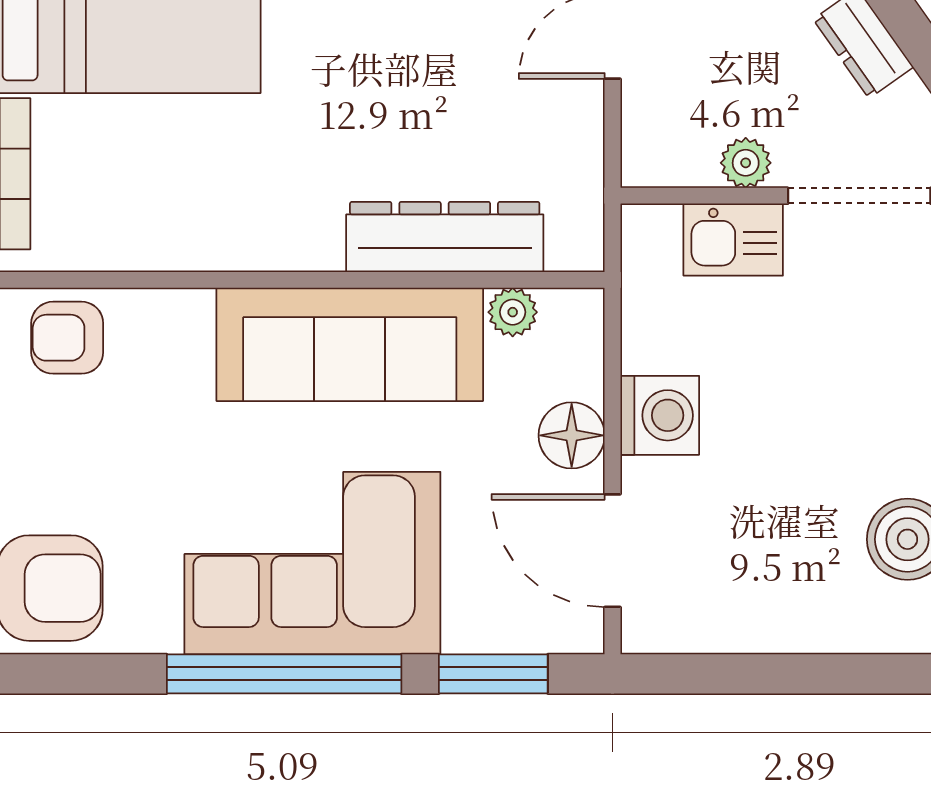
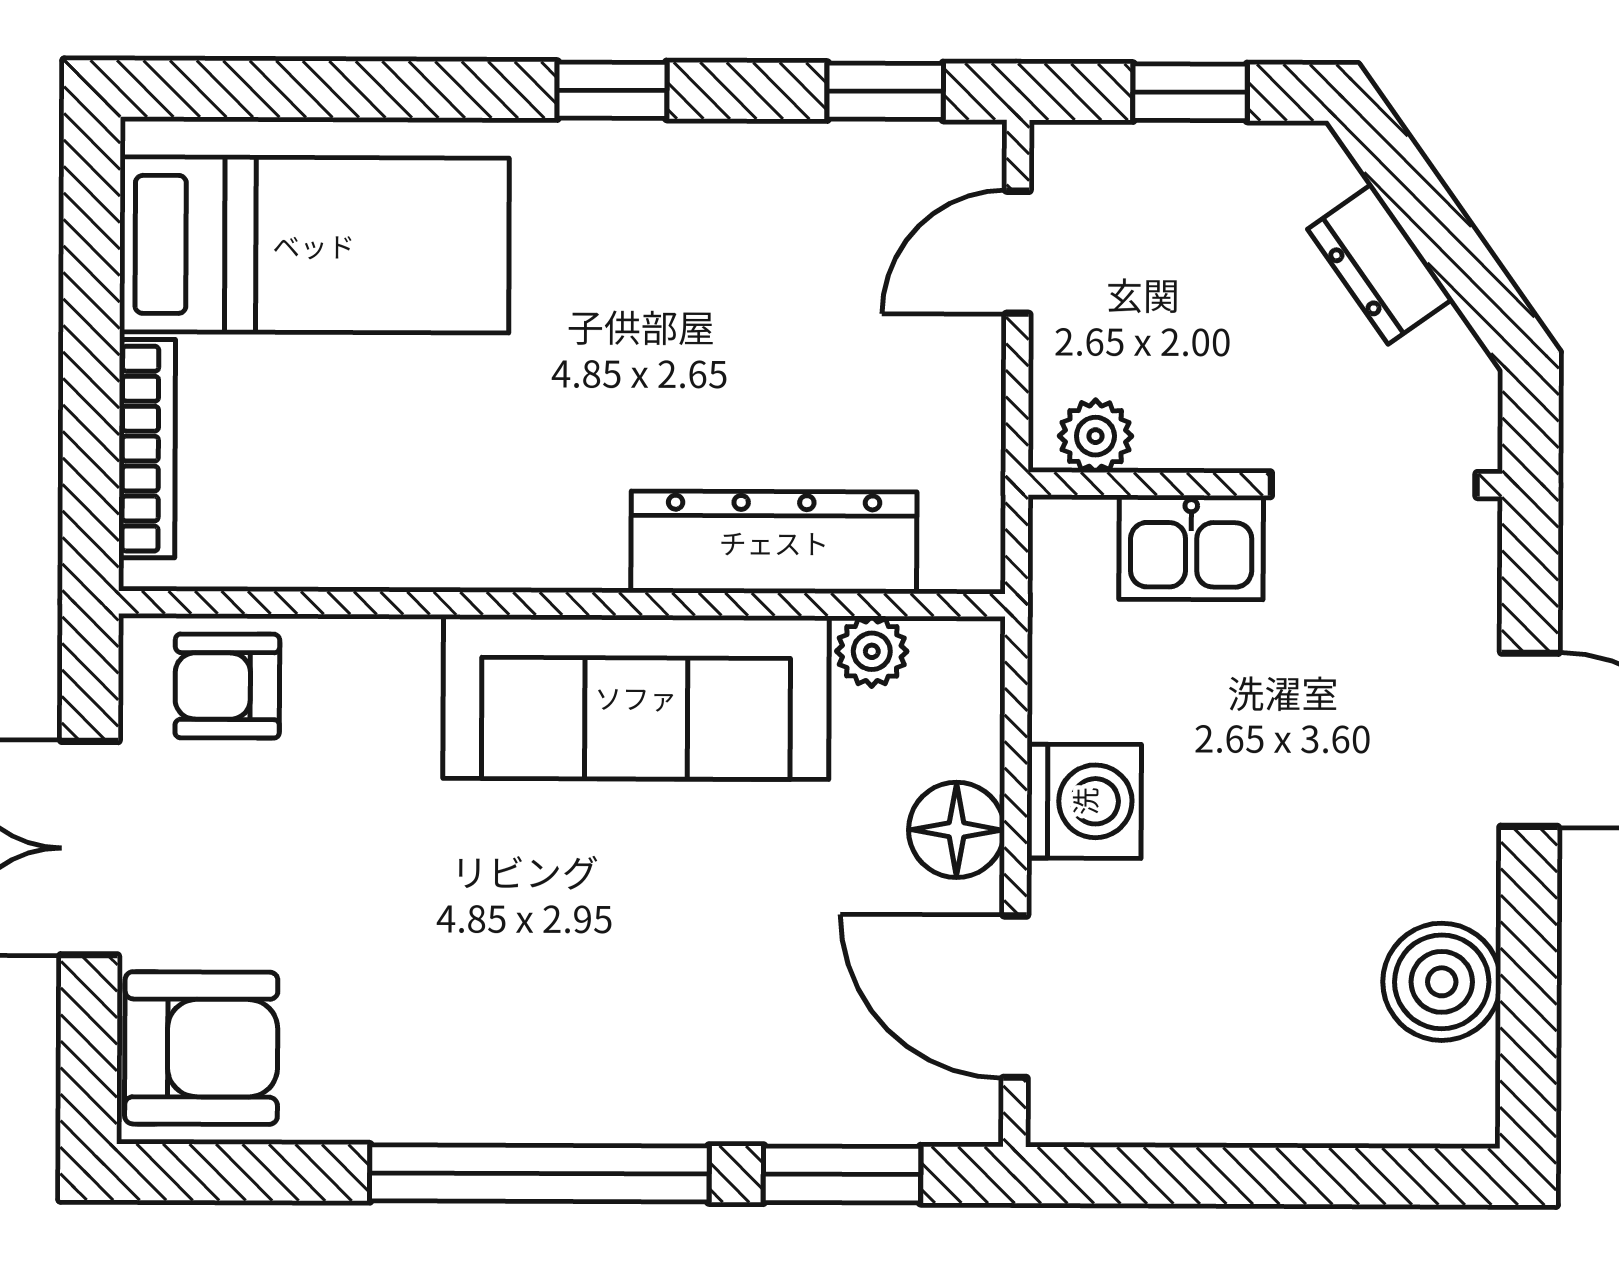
plant: (746, 163) -> (1095, 436), moved
corner sofa: (312, 563) -> (581, 1013), removed

